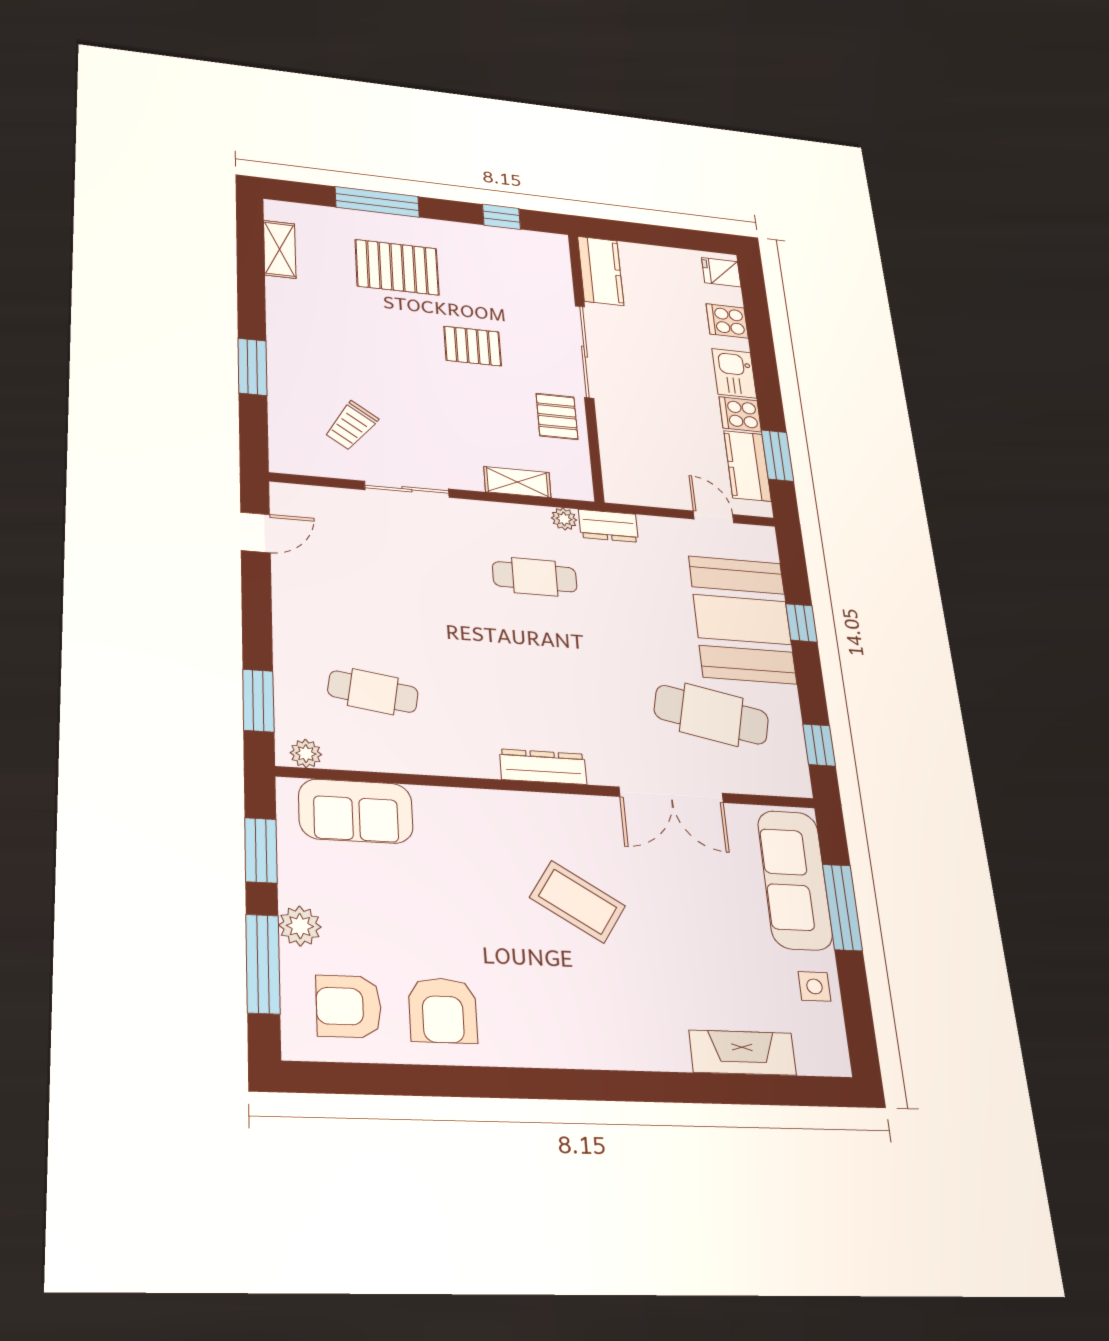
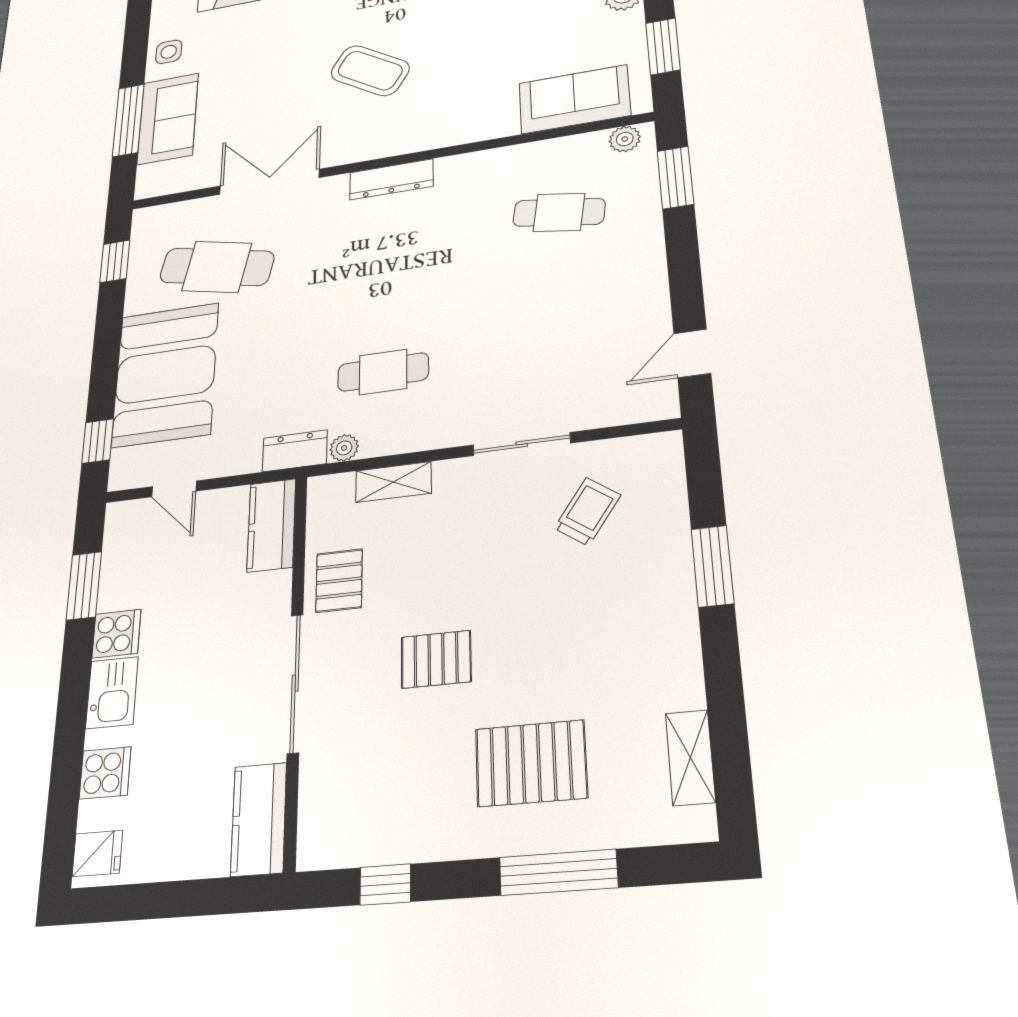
kitchen counter: (747, 466) -> (271, 525), moved, turned 180
window: (801, 623) -> (98, 441), moved
sofa: (795, 880) -> (168, 119), width x0.73

